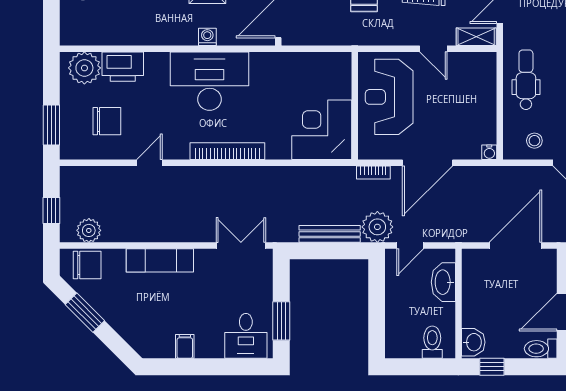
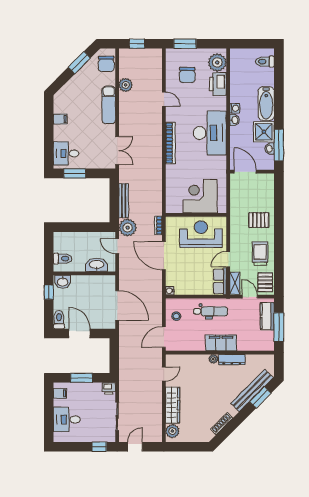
washbasin: (187, 37) -> (235, 120), added
washing machine: (207, 37) -> (235, 108), moved
row of seats: (473, 63) -> (220, 281), added
corner desk: (322, 130) -> (200, 196), moved, turned -90
plant: (89, 230) -> (126, 85), moved

